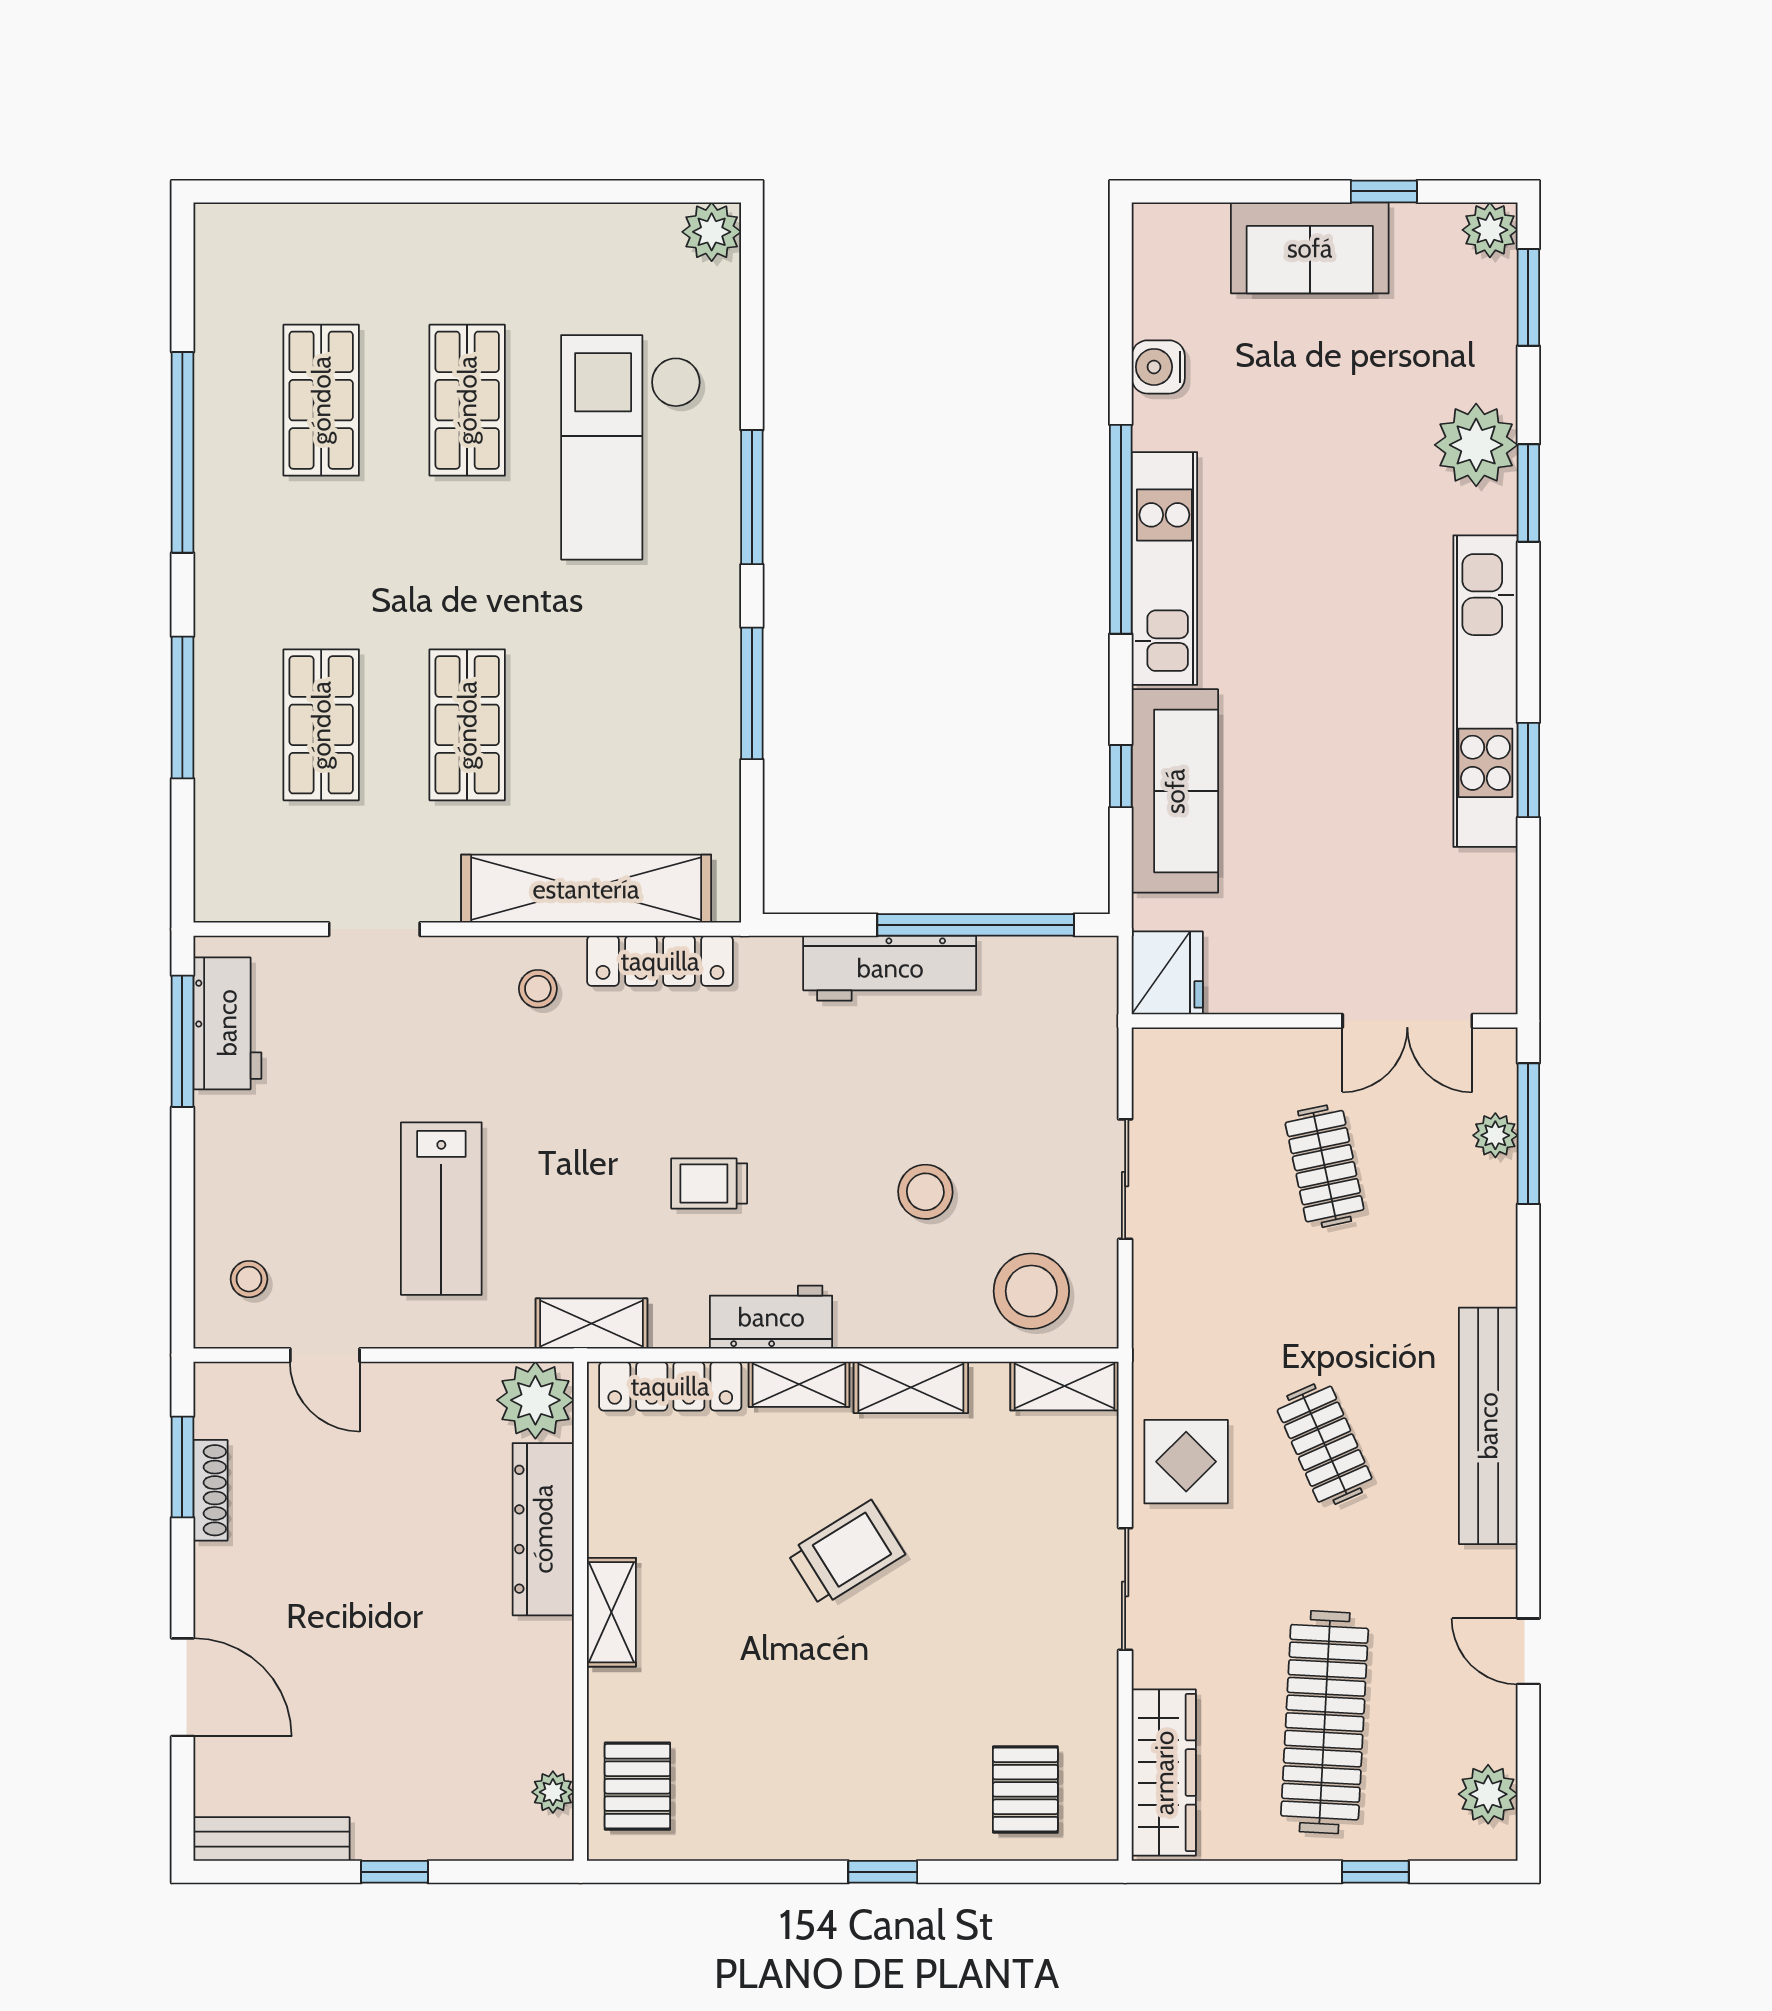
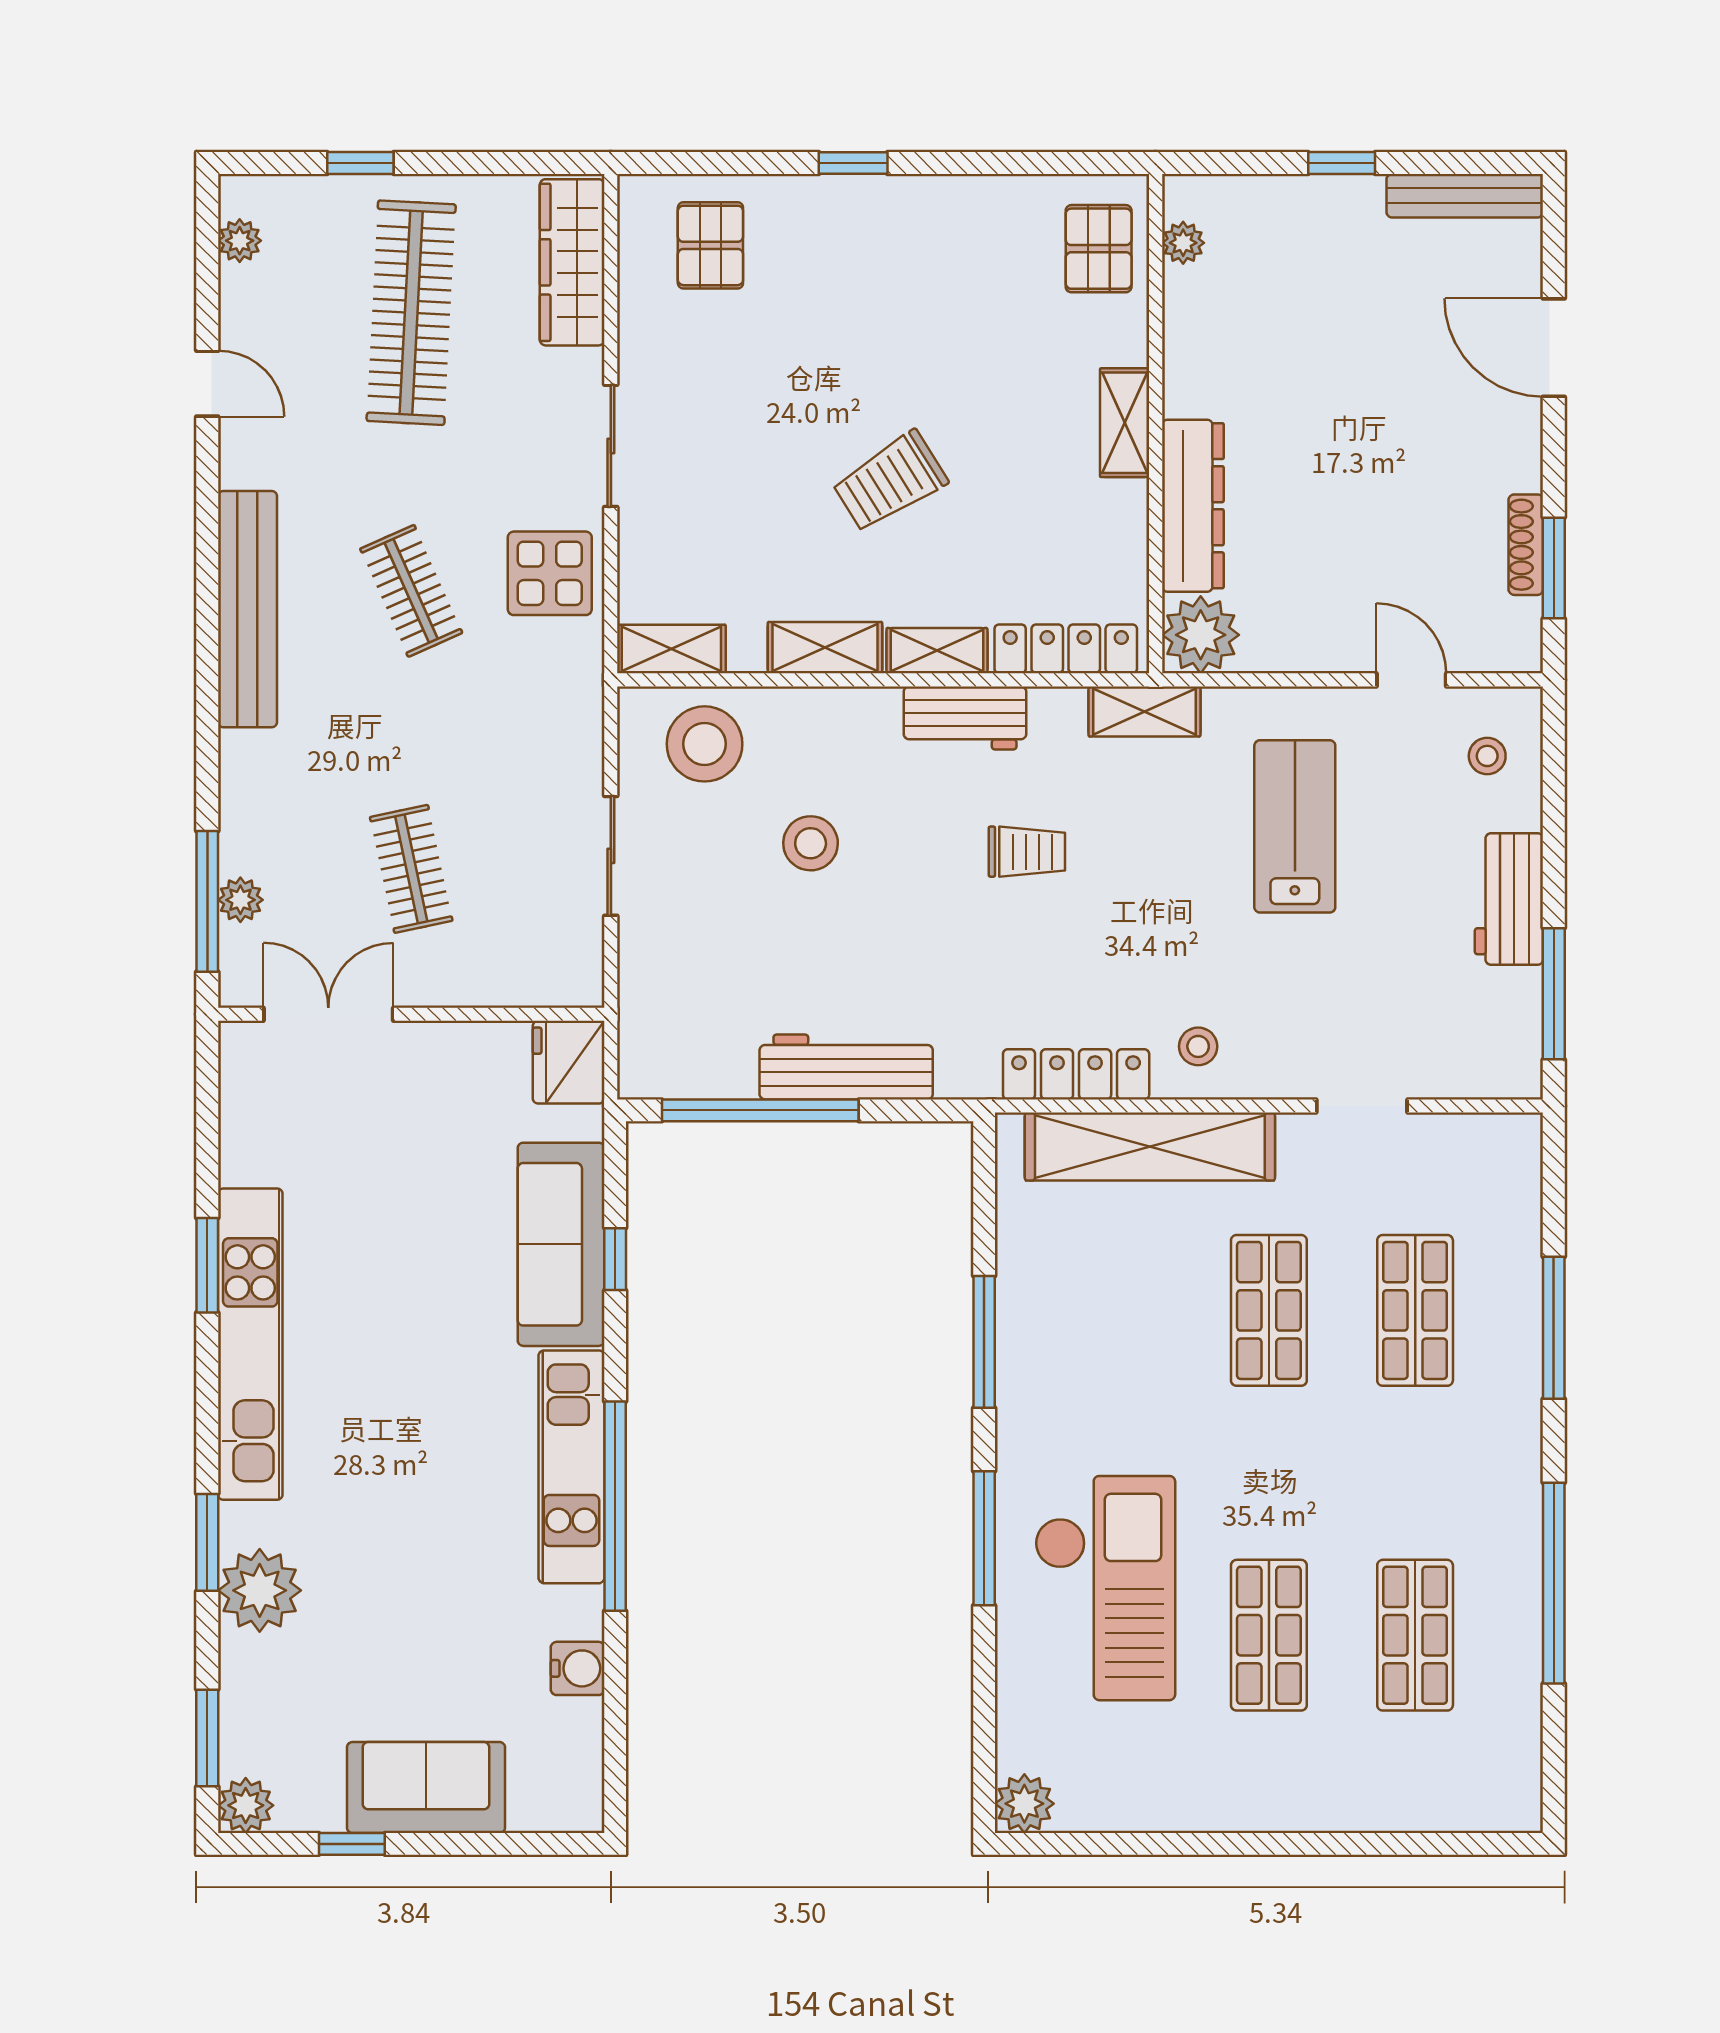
workbench: (227, 1023) -> (1509, 899), moved
plant: (1488, 1794) -> (240, 241), width x0.73, depth x0.73

